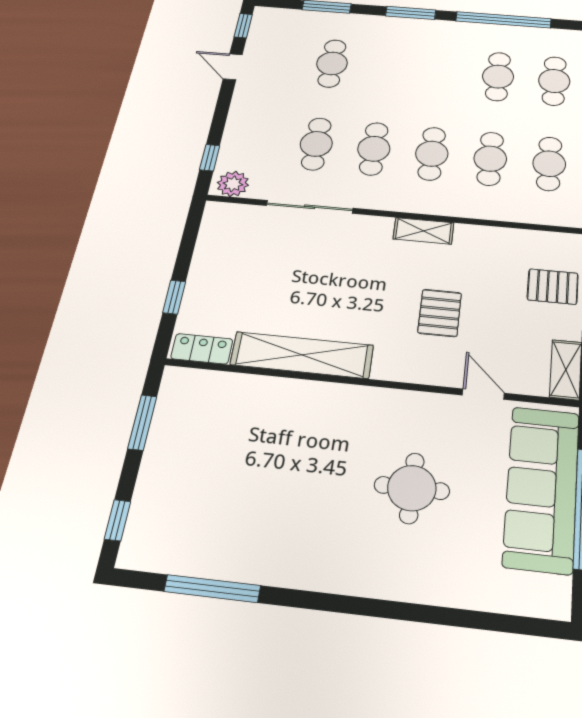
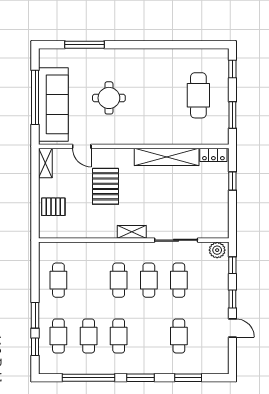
window: (243, 26) -> (232, 299), moved
cafe table: (490, 159) -> (119, 336), moved
shelving: (423, 231) -> (132, 232), moved
pallet: (440, 313) -> (105, 186), width x1.50, depth x1.42
cafe table: (208, 471) -> (198, 95), added
window: (212, 589) -> (85, 45), moved

